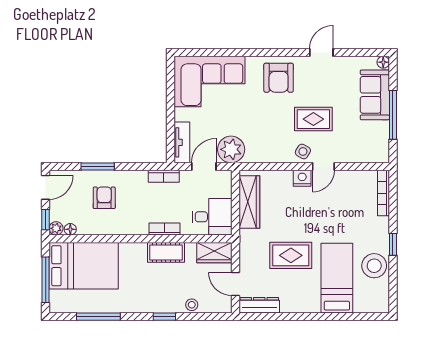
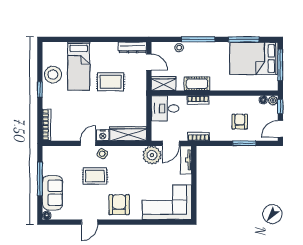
armchair: (104, 198) -> (240, 122), turned 180
wardrobe: (249, 202) -> (128, 134), moved, turned 90
bed: (84, 266) -> (254, 59), moved
window: (164, 317) -> (198, 39), width x2.17

